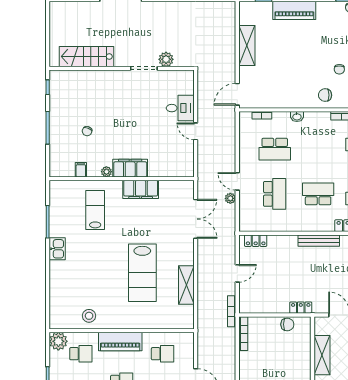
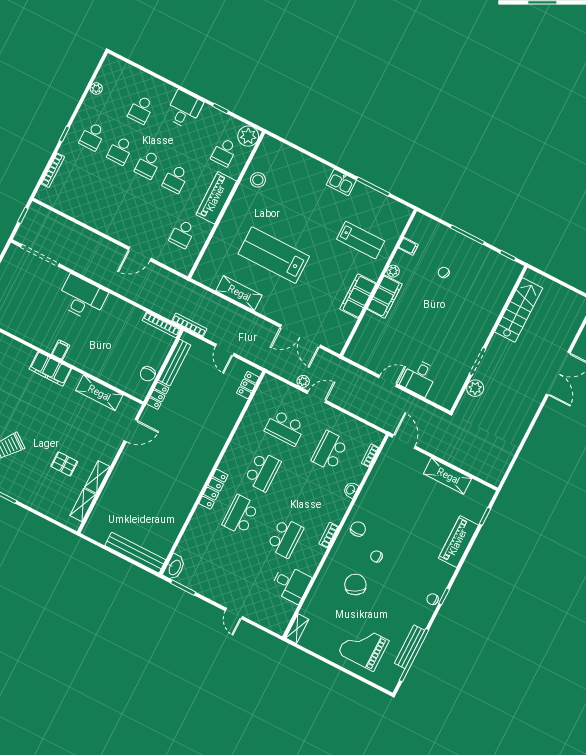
bench: (319, 241) -> (175, 363), moved

